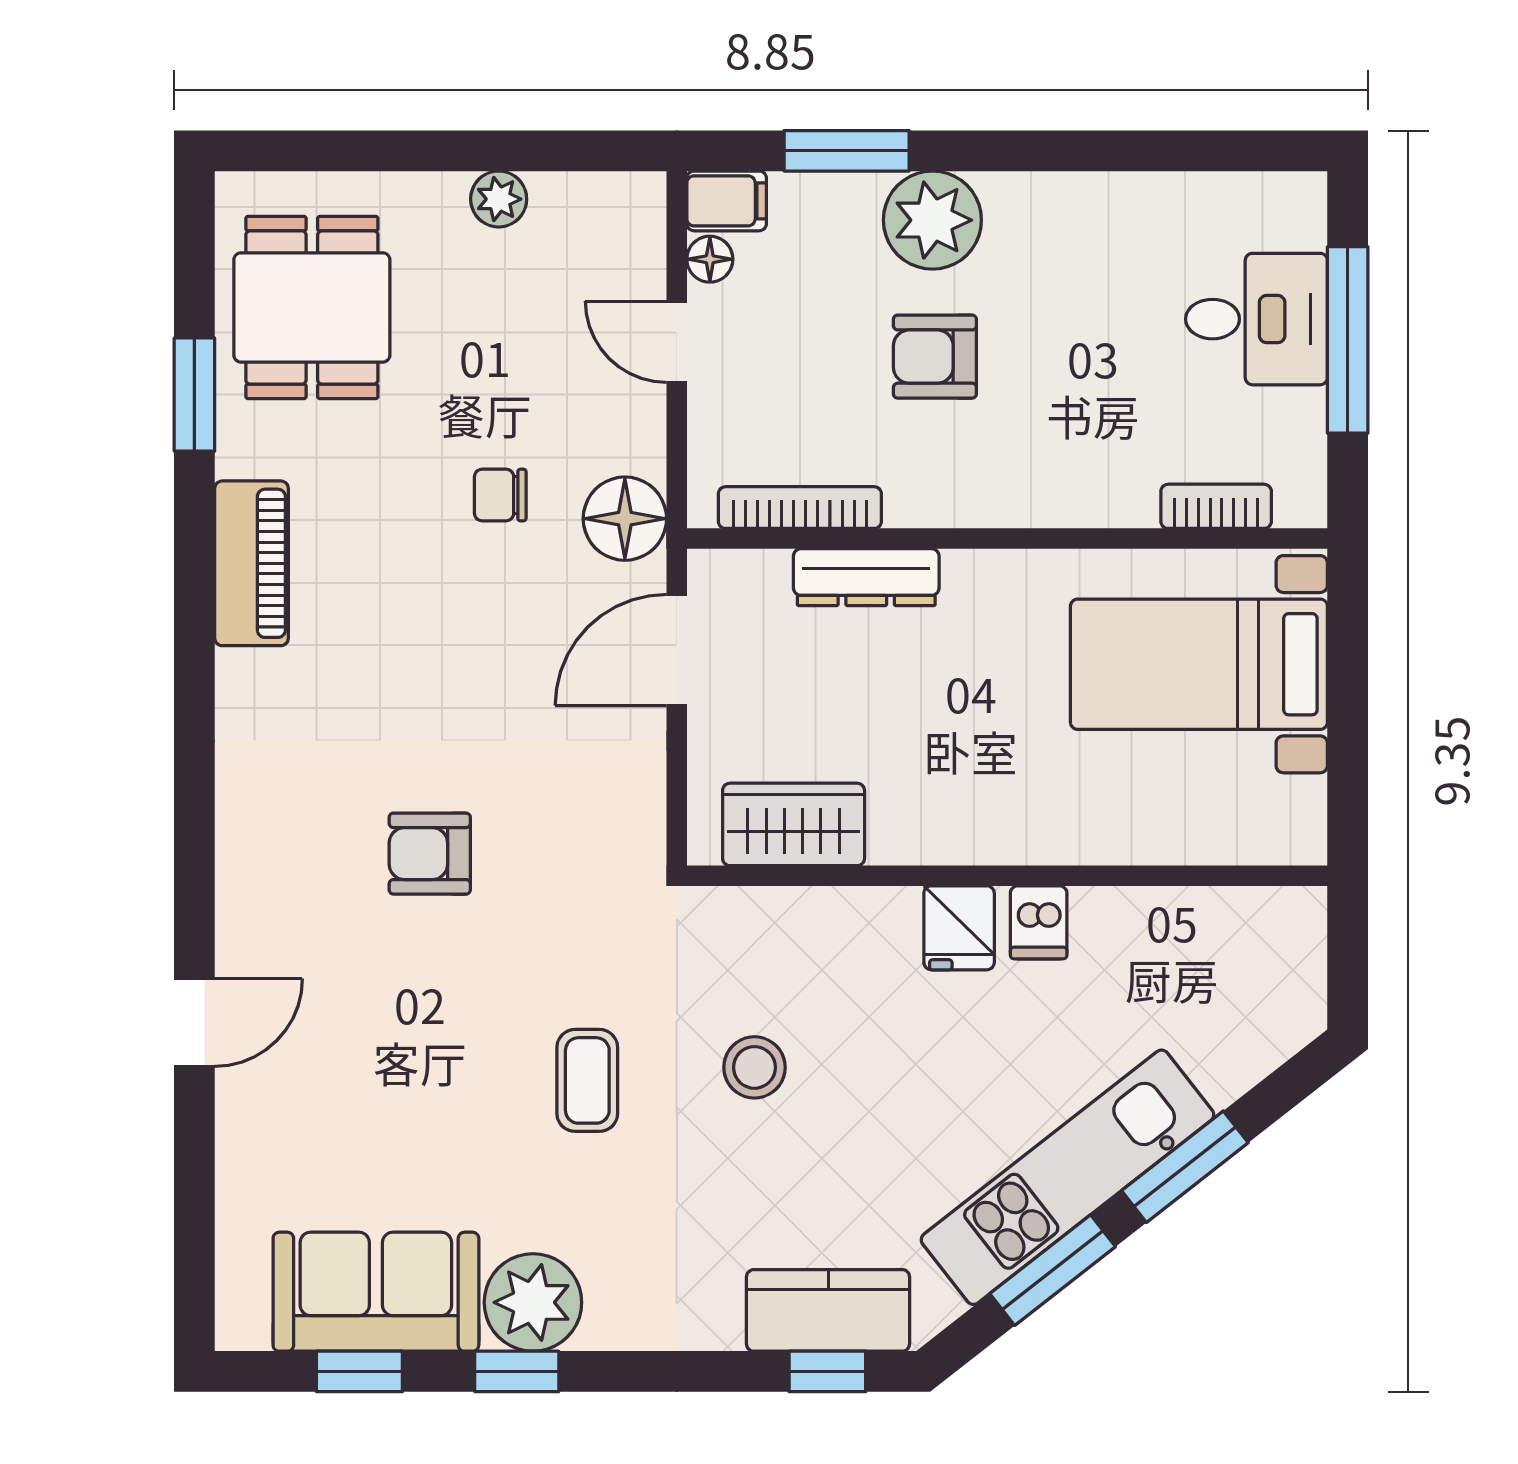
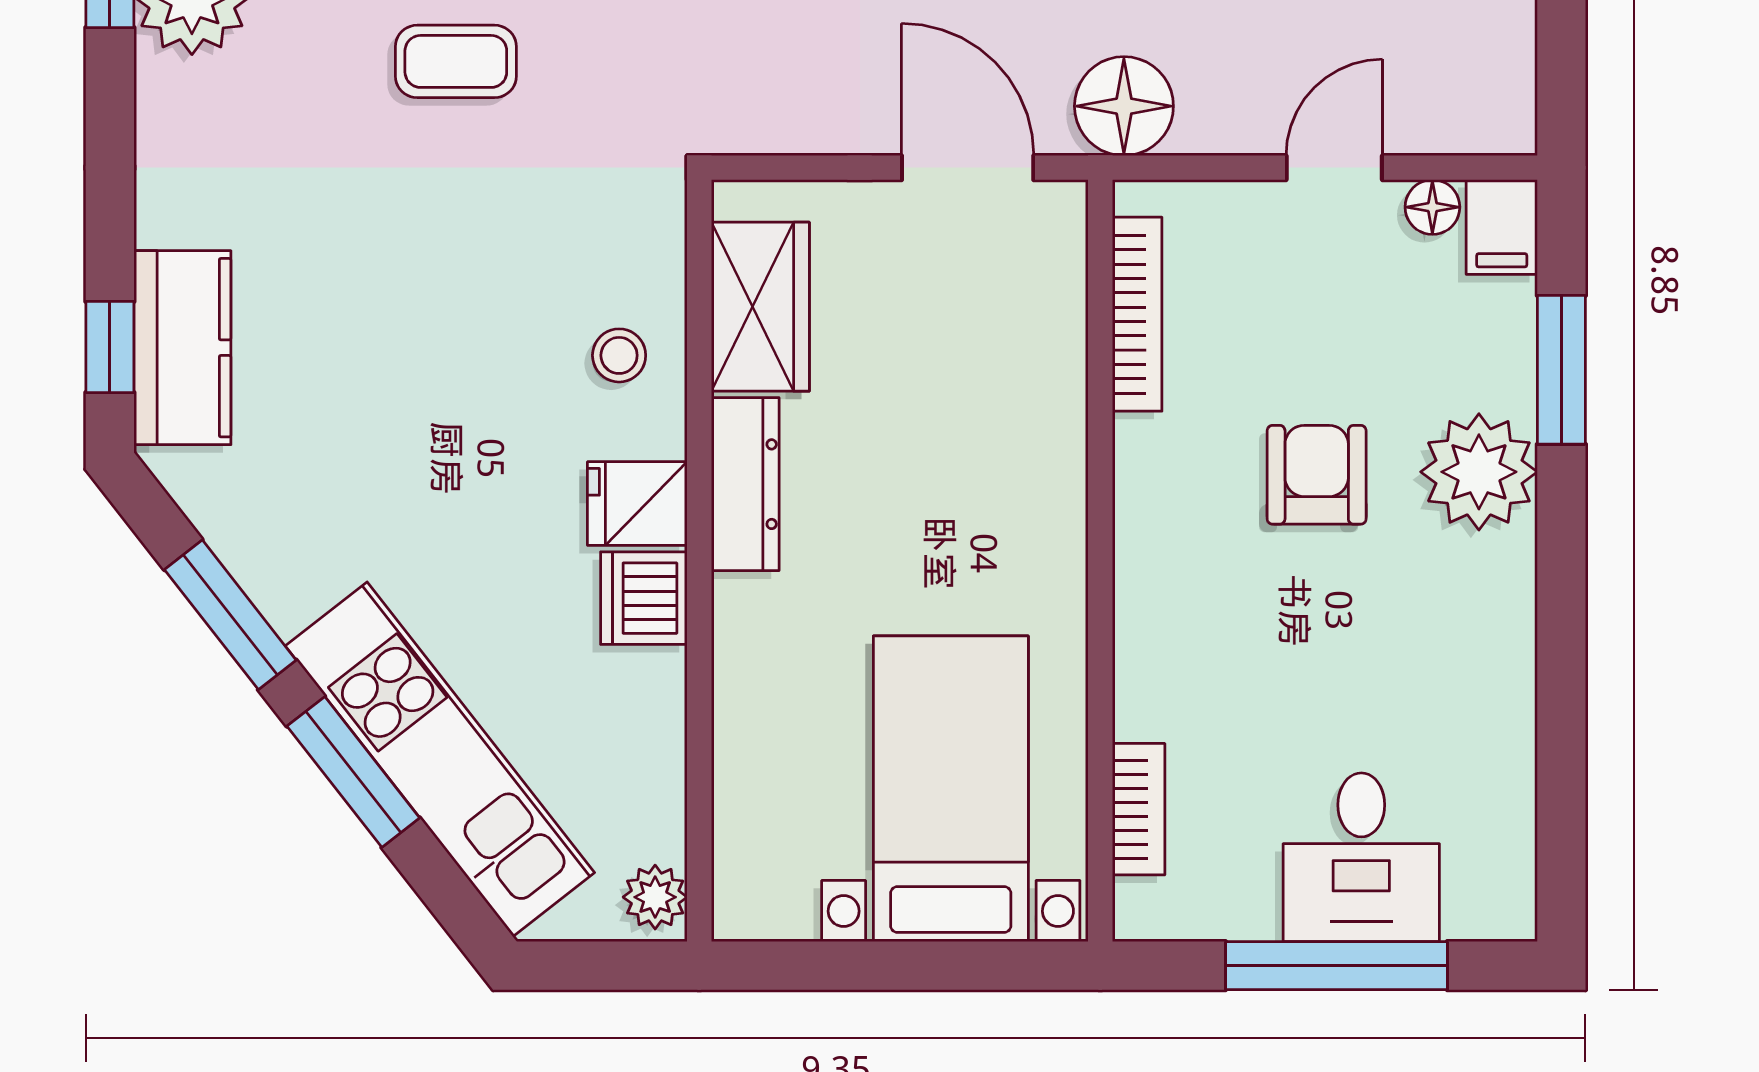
dresser: (866, 577) -> (745, 484), moved, turned 180
plant: (1290, 913) -> (655, 897), added
dishwasher: (1039, 922) -> (644, 598), width x1.38
stool: (754, 1067) -> (619, 355), moved, width x0.73, depth x0.73
kitchen unit: (1068, 1177) -> (440, 759), moved

